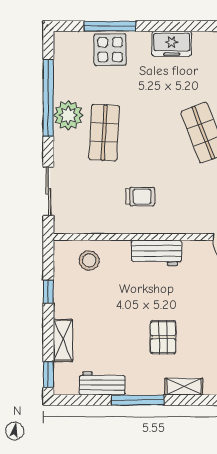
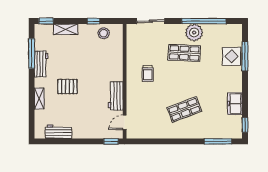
freezer: (172, 44) -> (235, 104), moved
workbench: (156, 253) -> (116, 96), moved
stool: (89, 260) -> (104, 33), moved
workbench: (102, 383) -> (41, 64), moved
window: (138, 400) -> (32, 53), moved

